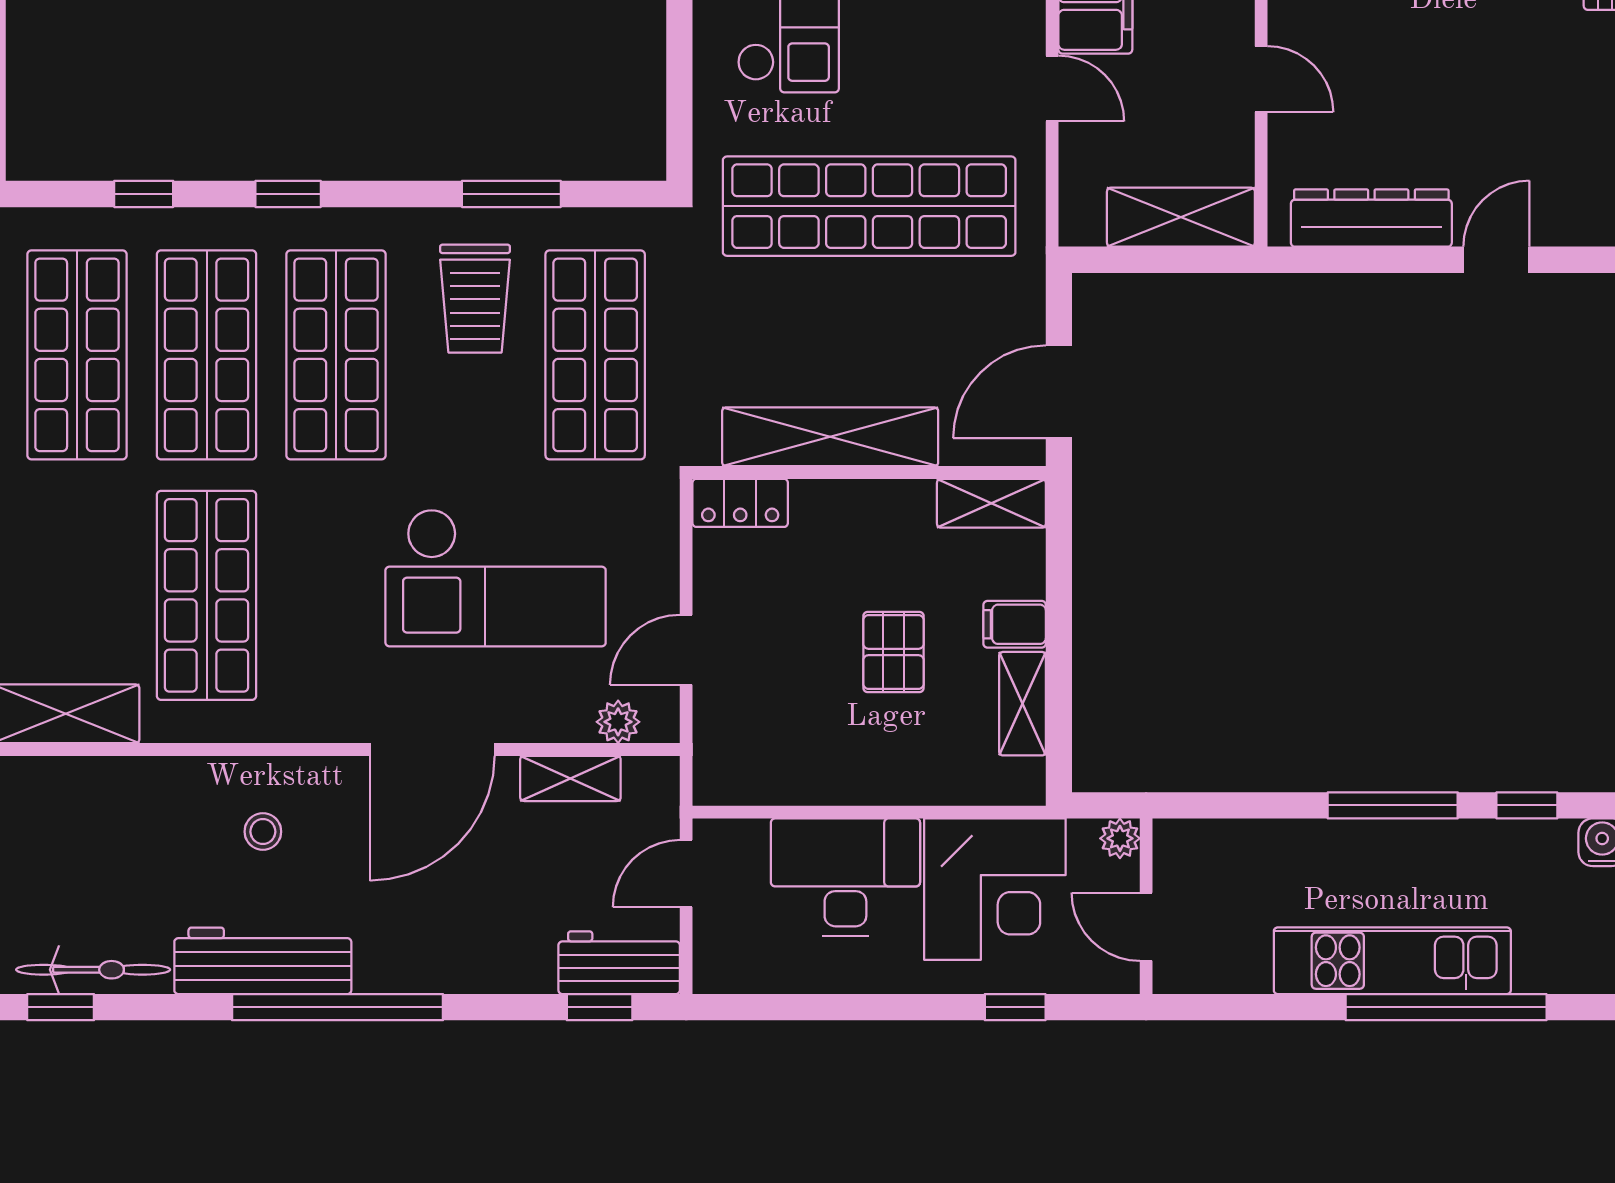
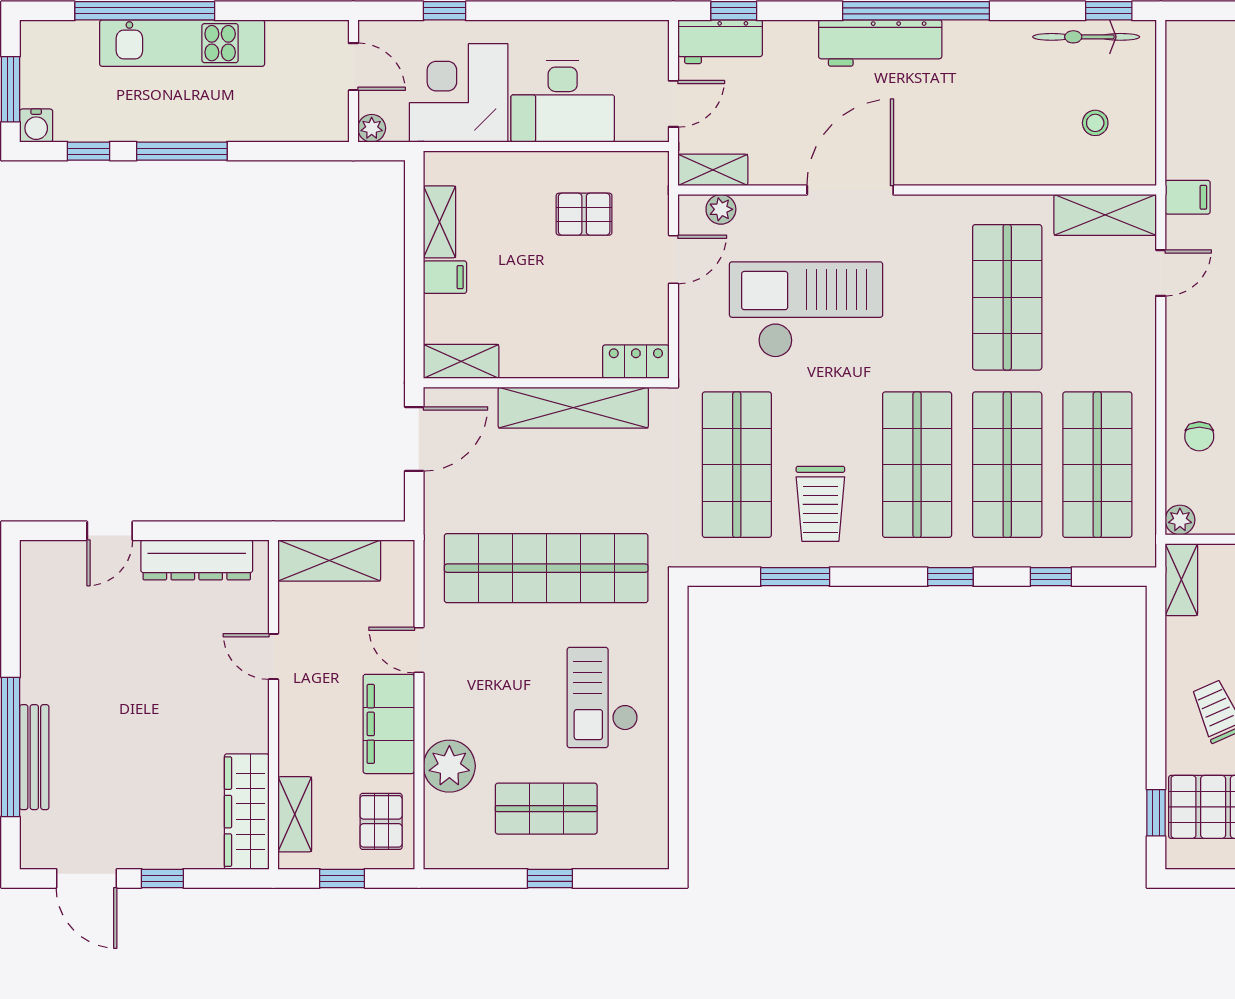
trolley: (475, 299) -> (820, 504), turned 180
pallet: (893, 652) -> (584, 214), moved, turned 90
shelving: (570, 778) -> (713, 170), moved
stool: (263, 832) -> (1095, 123), moved
workbench: (263, 961) -> (880, 43), moved

